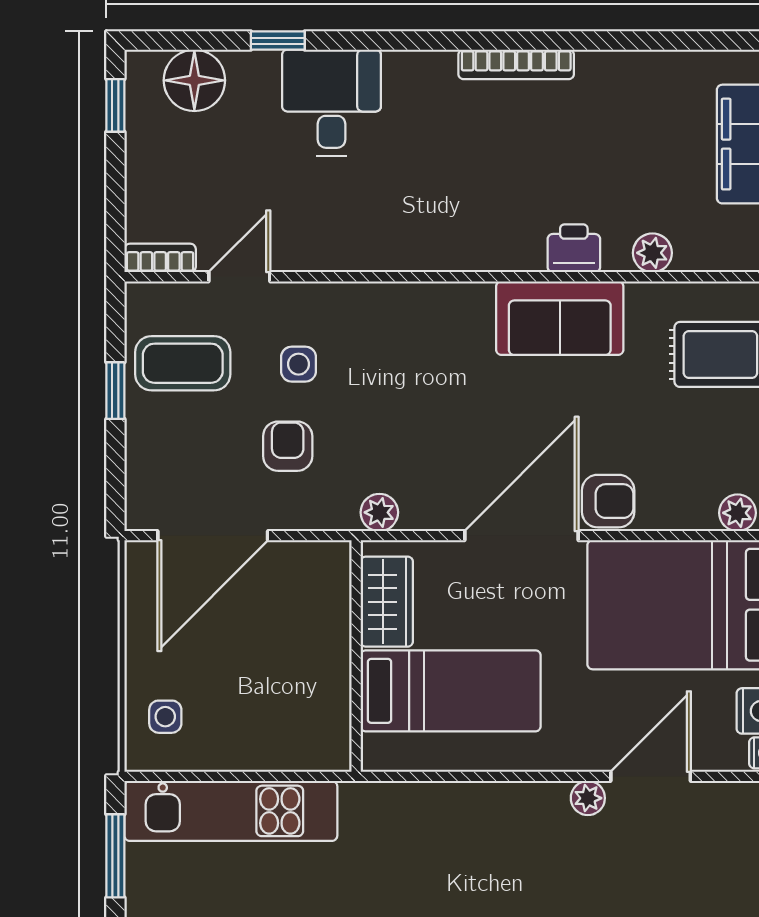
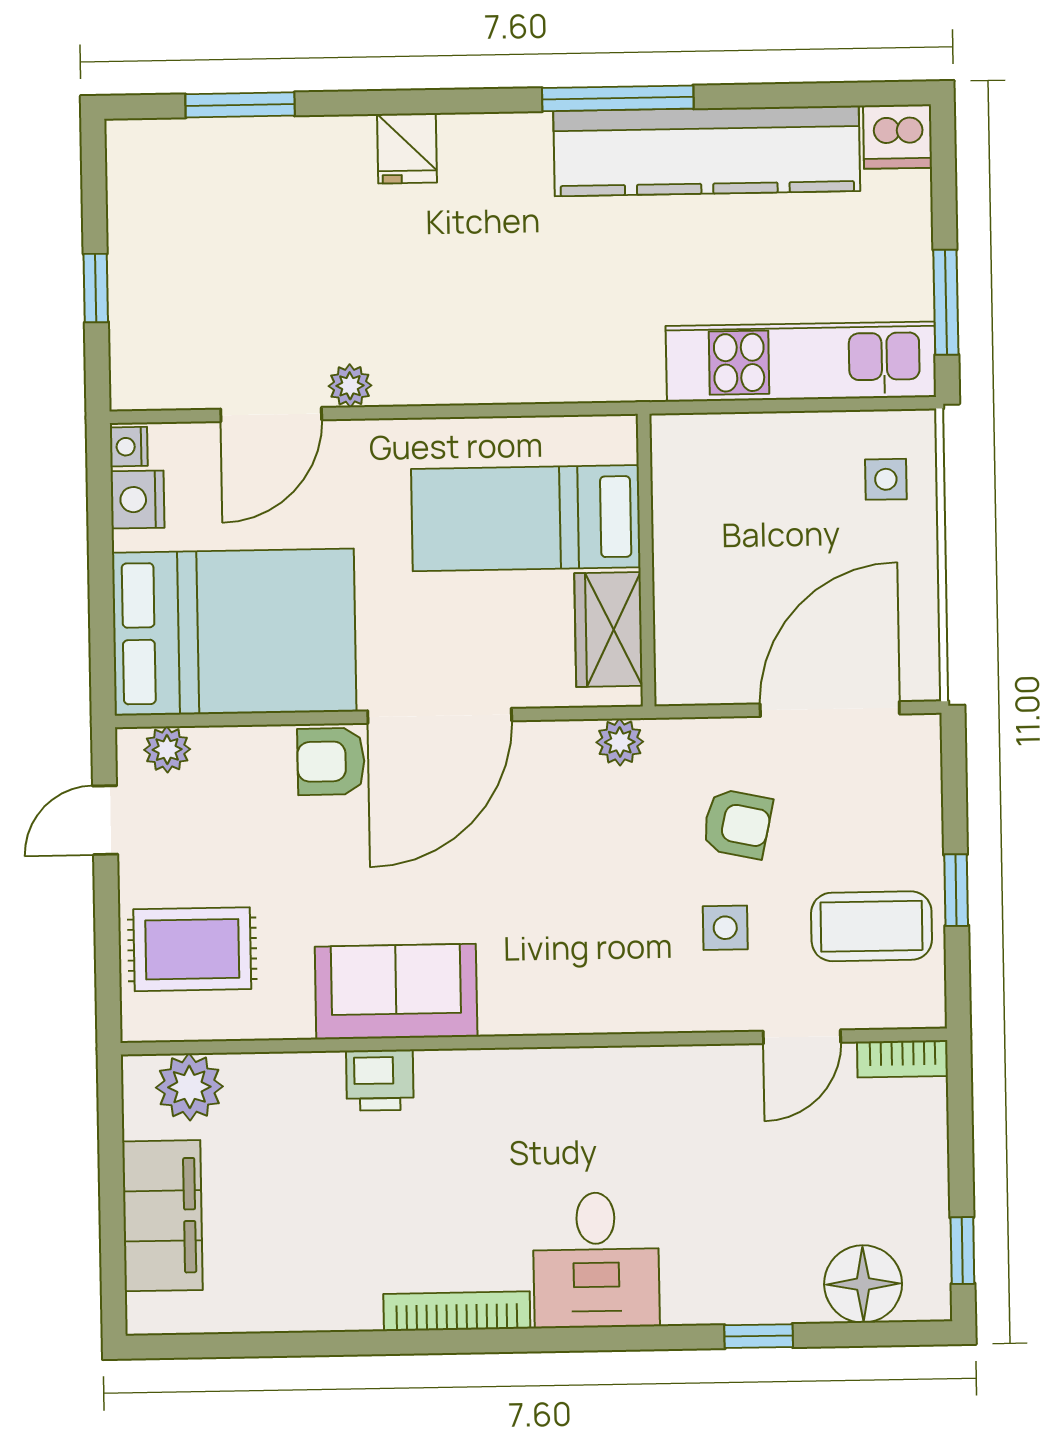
desk: (332, 103) -> (596, 1260), moved
plant: (652, 253) -> (189, 1087), moved, width x1.38, depth x1.38
armchair: (288, 446) -> (737, 824), turned -78

